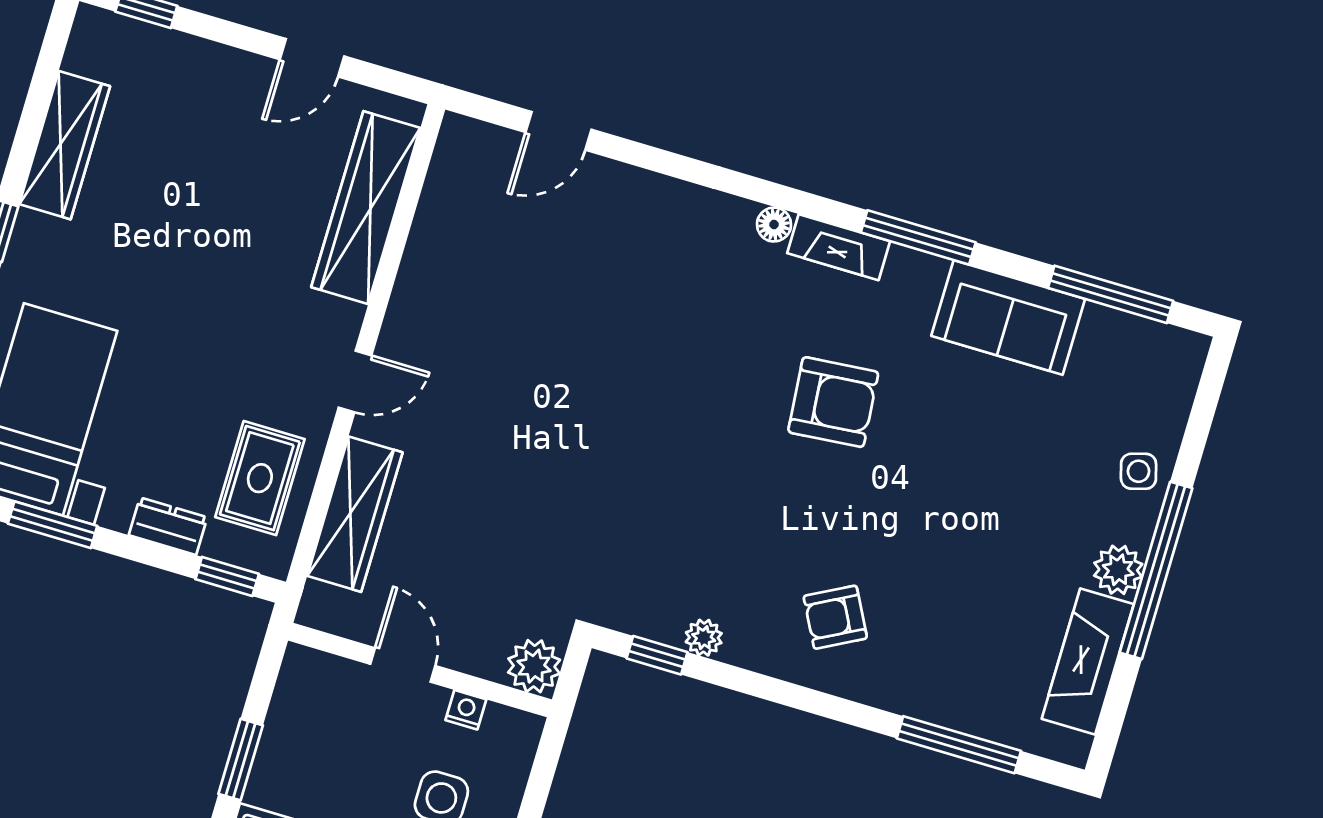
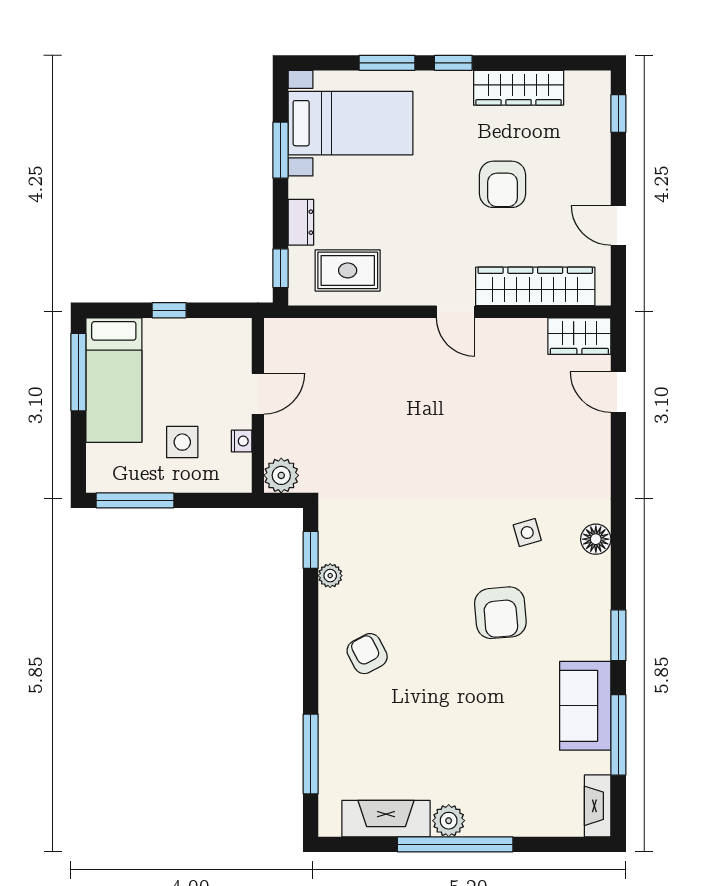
armchair: (200, 211) -> (503, 184), added
floor lamp: (774, 225) -> (596, 539), width x1.37, depth x1.37
window: (918, 237) -> (618, 635), width x0.69
fireplace: (839, 247) -> (598, 806), moved
window: (1111, 294) -> (618, 735), moved
door: (355, 381) -> (456, 312), moved
side table: (1139, 471) -> (527, 533), moved
wardrobe: (355, 514) -> (579, 336), moved, width x0.67
window: (241, 760) -> (169, 310), width x0.67

